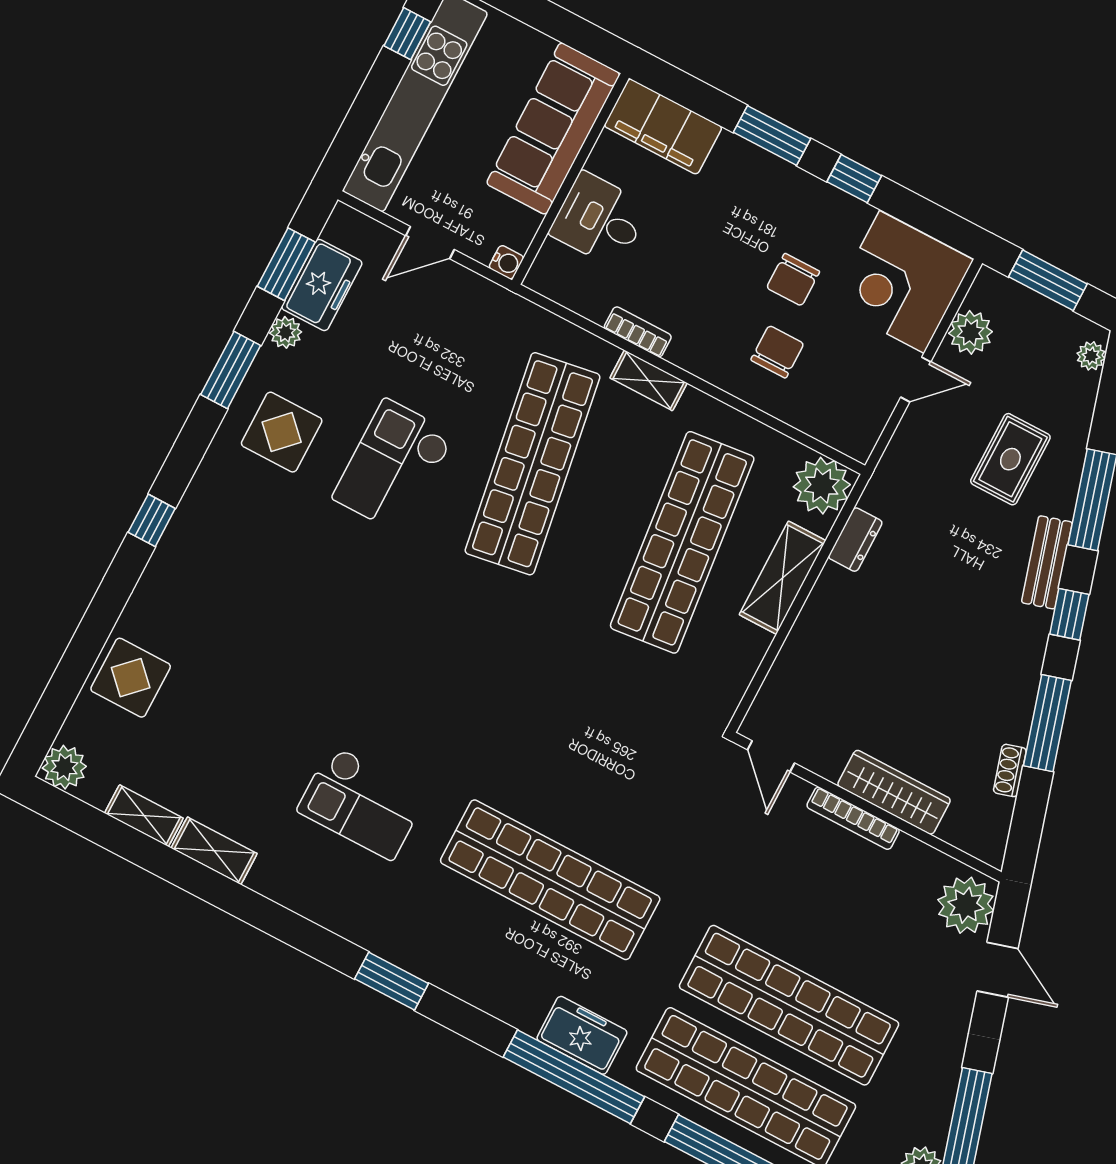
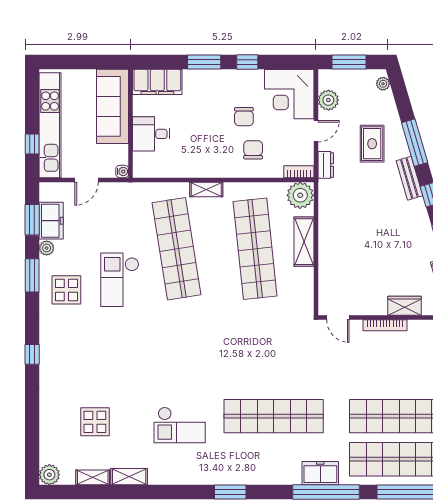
window: (407, 34) -> (32, 144), moved
bookcase: (638, 332) -> (299, 172), moved
dresser: (855, 540) -> (326, 165), moved
display table: (131, 678) -> (95, 422), moved
wardrobe: (894, 792) -> (405, 306), width x0.67

